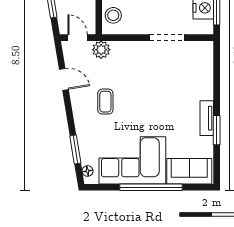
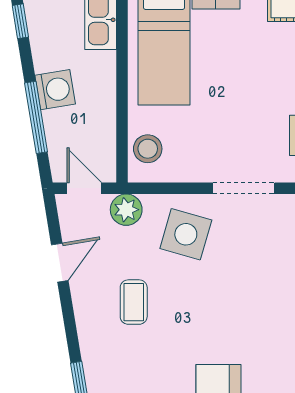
side table: (135, 63) -> (186, 234), added
door: (64, 79) -> (60, 263), hinge flipped

